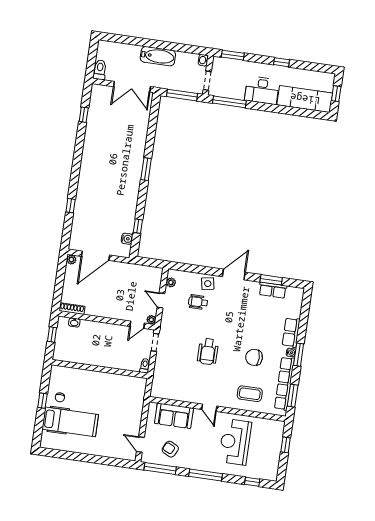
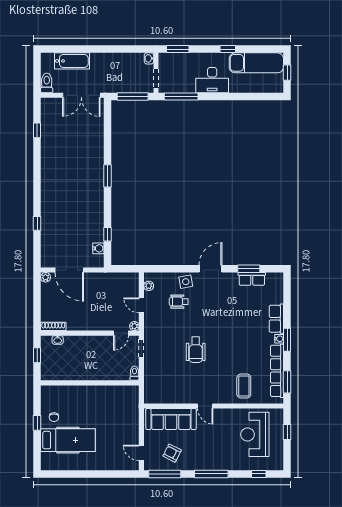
bathtub: (158, 56) -> (72, 61), moved
exam couch: (305, 99) -> (256, 63), moved, turned 180
door: (95, 256) -> (69, 270), hinge flipped
chair: (254, 357) -> (243, 349), removed
coffee table: (250, 394) -> (244, 386), turned 90
sofa: (174, 416) -> (171, 419), width x1.36
reception desk: (235, 442) -> (255, 434), moved

